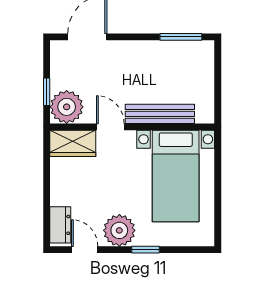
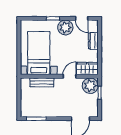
bench: (160, 114) -> (42, 82), width x0.73
door: (110, 127) -> (70, 76), swing flipped
dresser: (60, 225) -> (93, 41), moved

